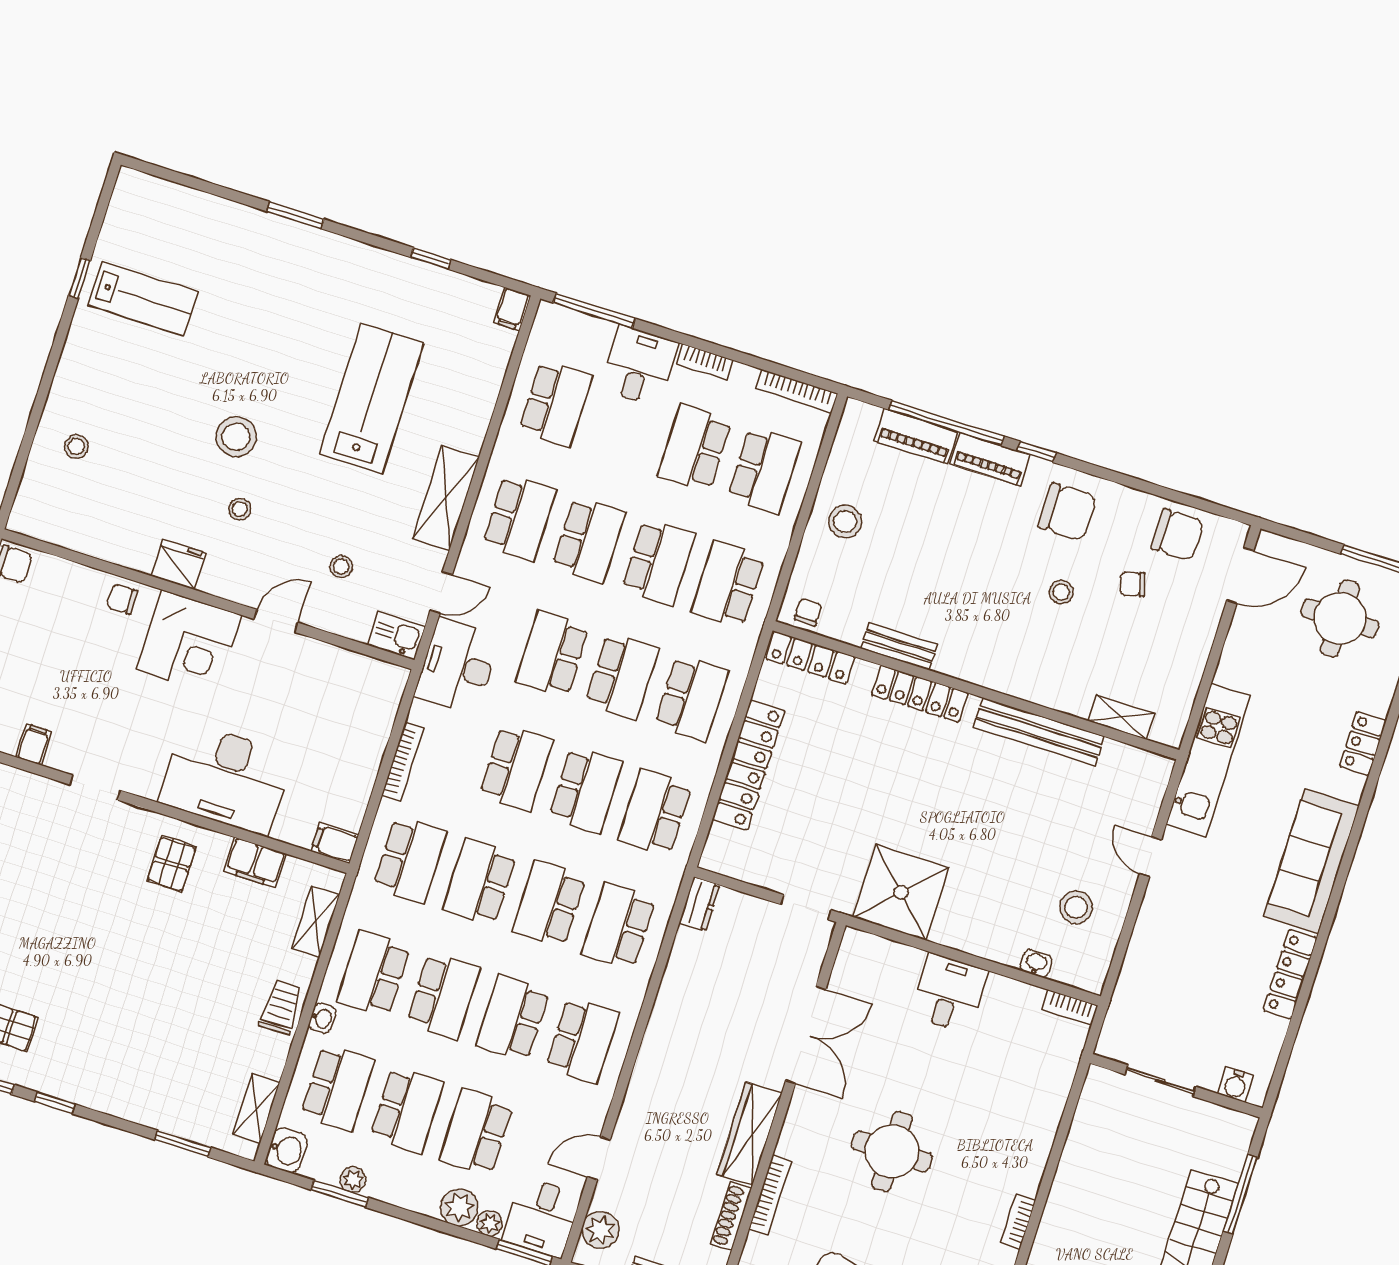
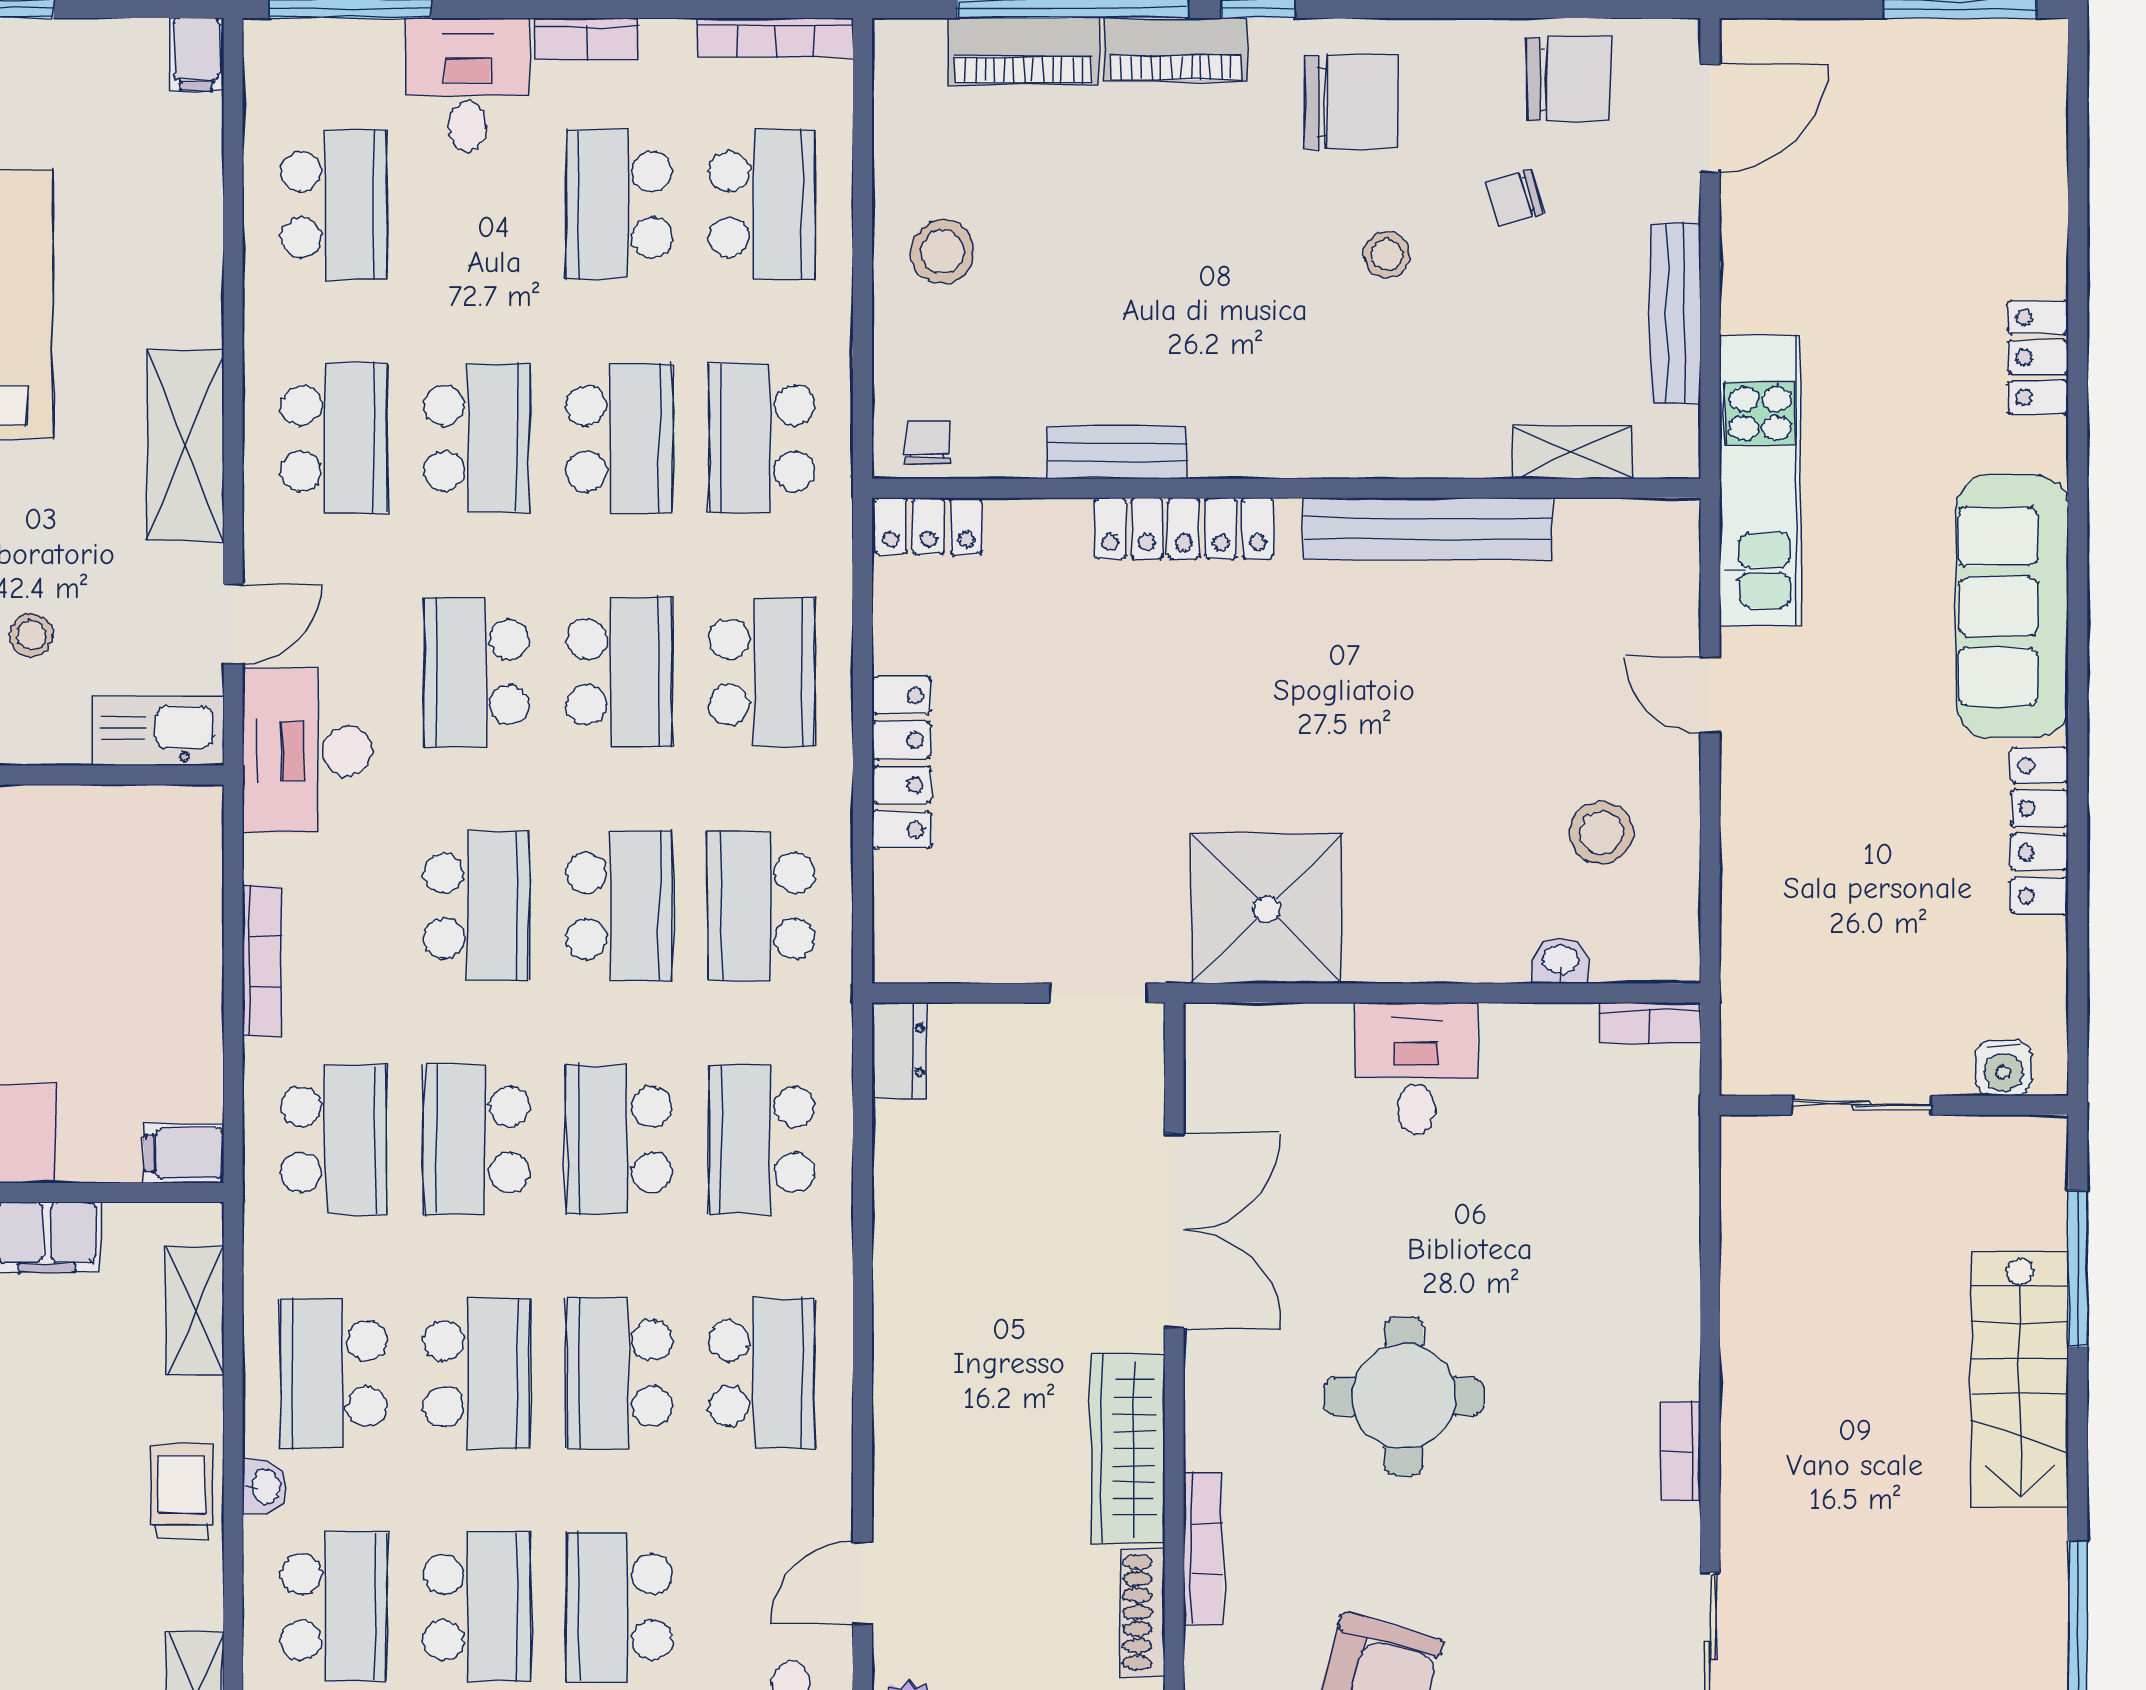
round table: (1340, 618) -> (1921, 138), removed
kitchen sink: (397, 636) -> (158, 731), width x1.38
locker: (810, 658) -> (928, 526), width x0.66
bench: (1193, 665) -> (1675, 313), added
locker: (749, 765) -> (902, 763), width x0.71, depth x0.83

